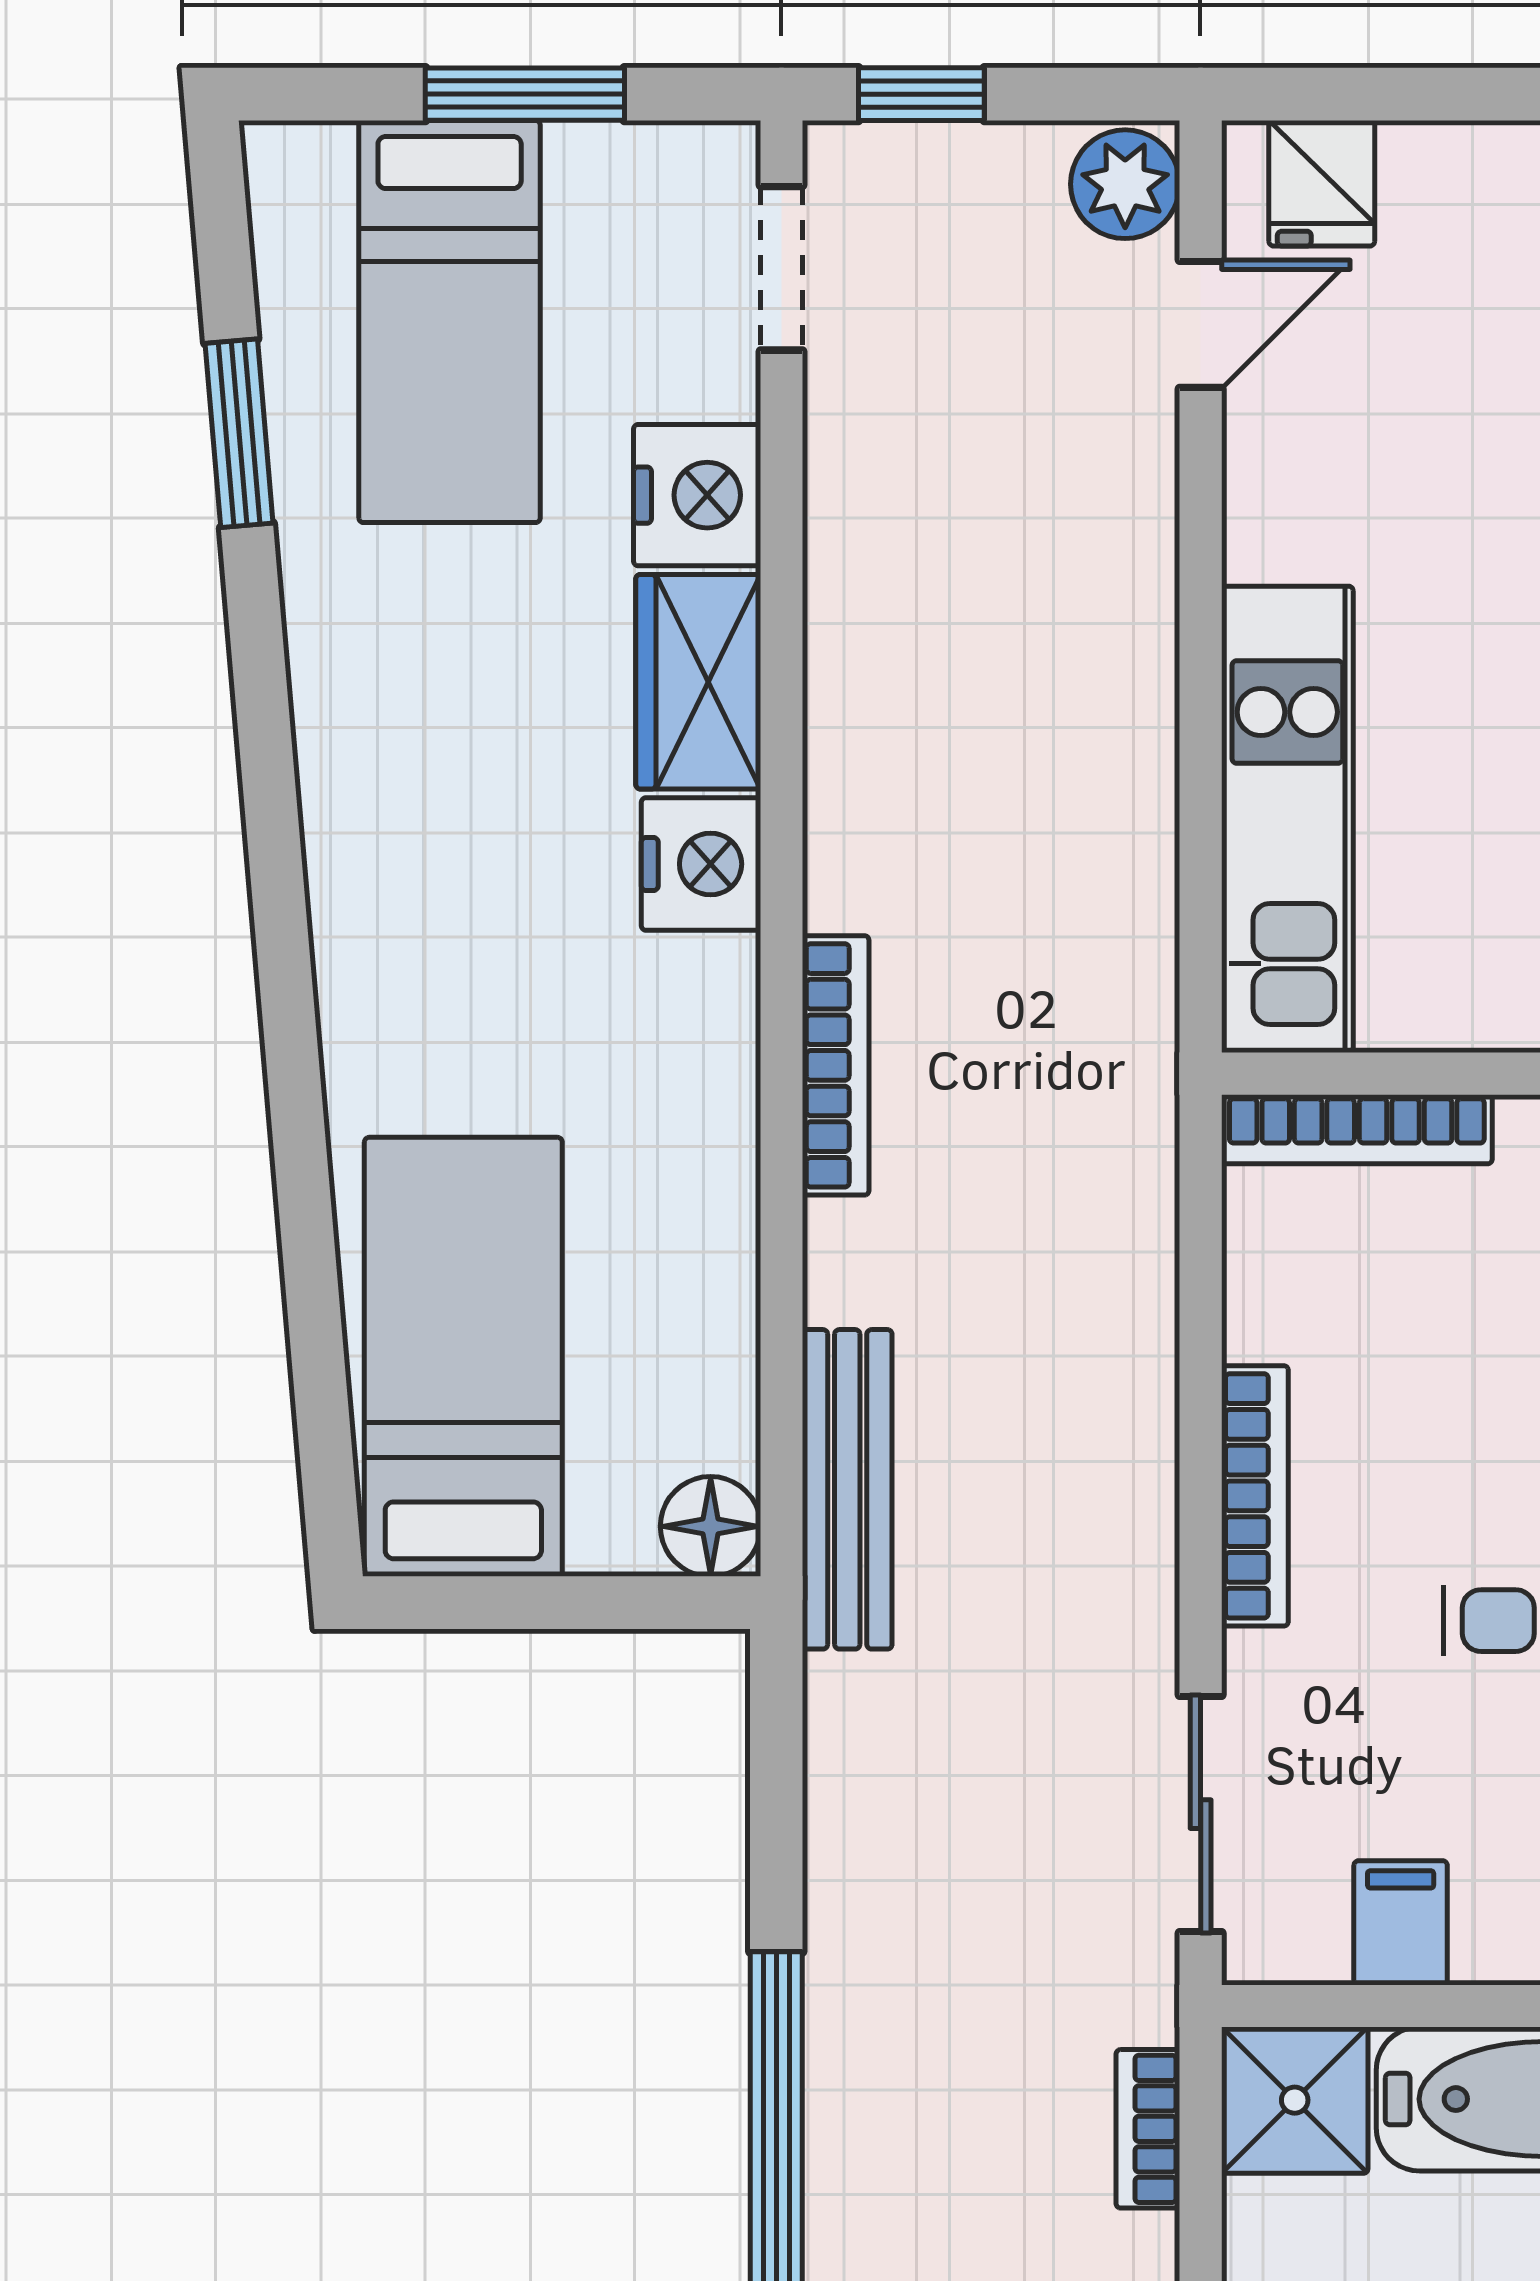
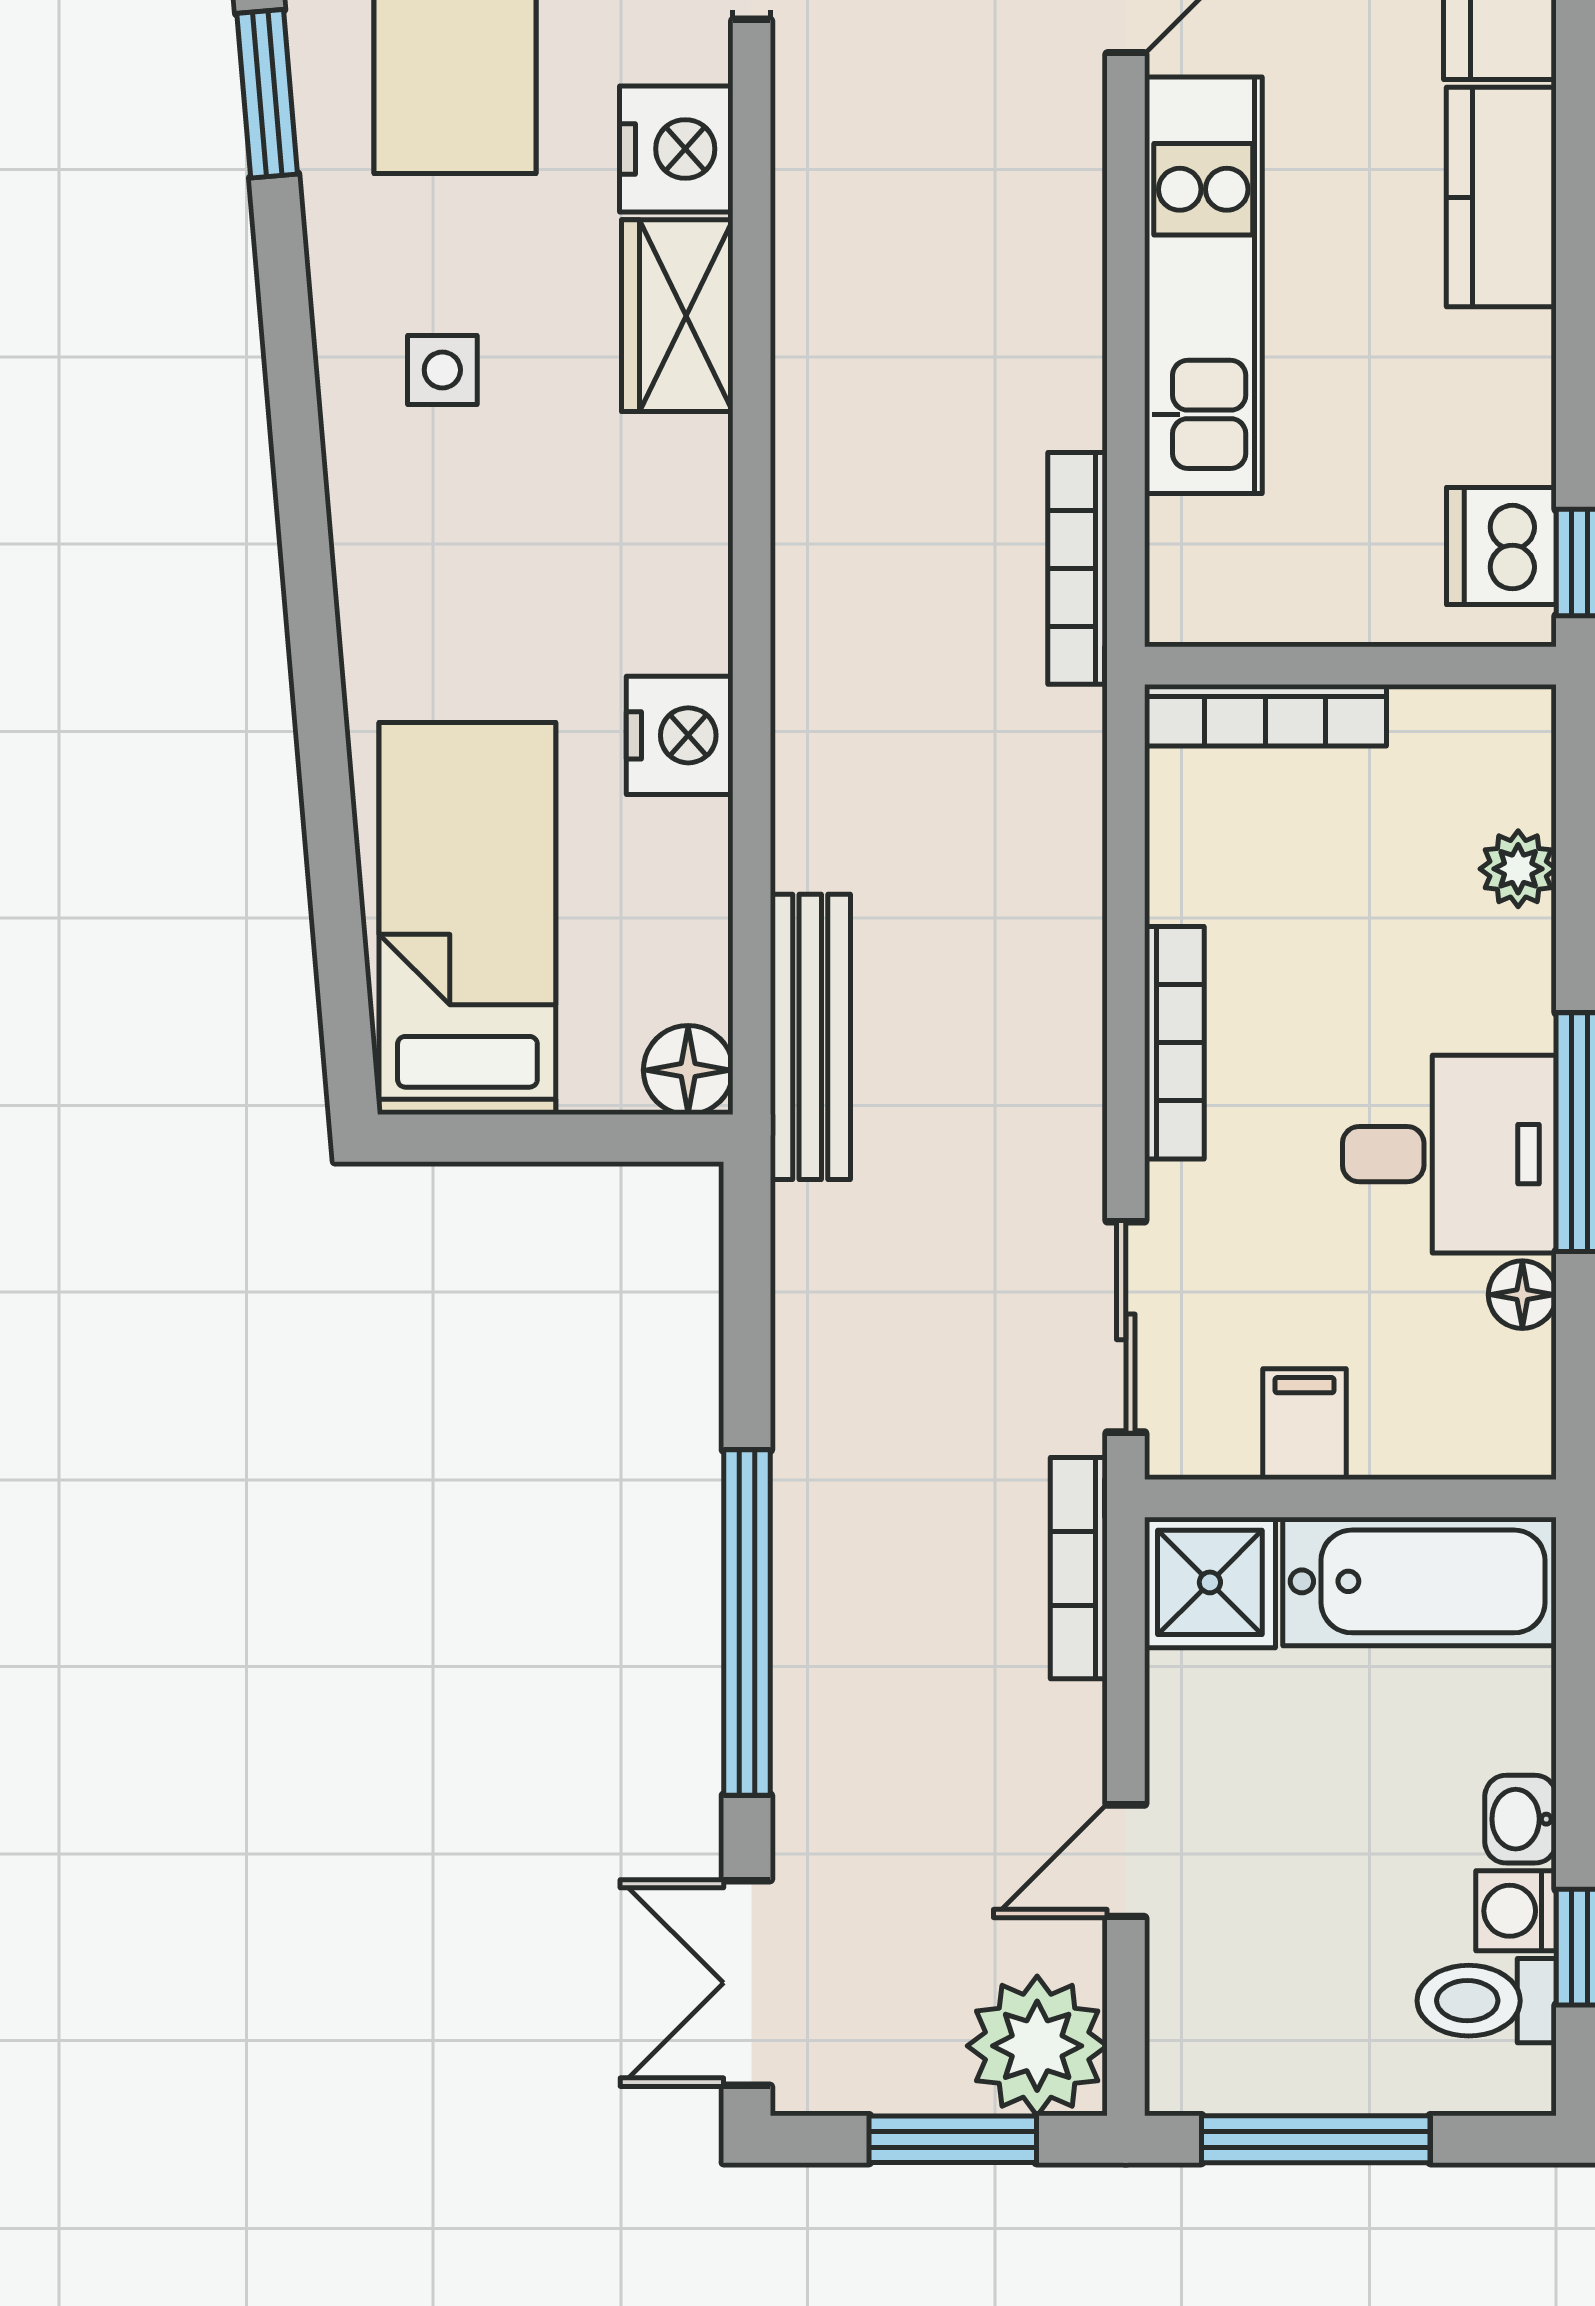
side table: (435, 743) -> (442, 370), added
kitchen unit: (1287, 819) -> (1203, 285), moved
nightstand: (701, 864) -> (680, 735), moved
bookcase: (836, 1065) -> (1077, 568), moved, turned 180
bookcase: (1148, 2129) -> (1079, 1568), width x1.56

